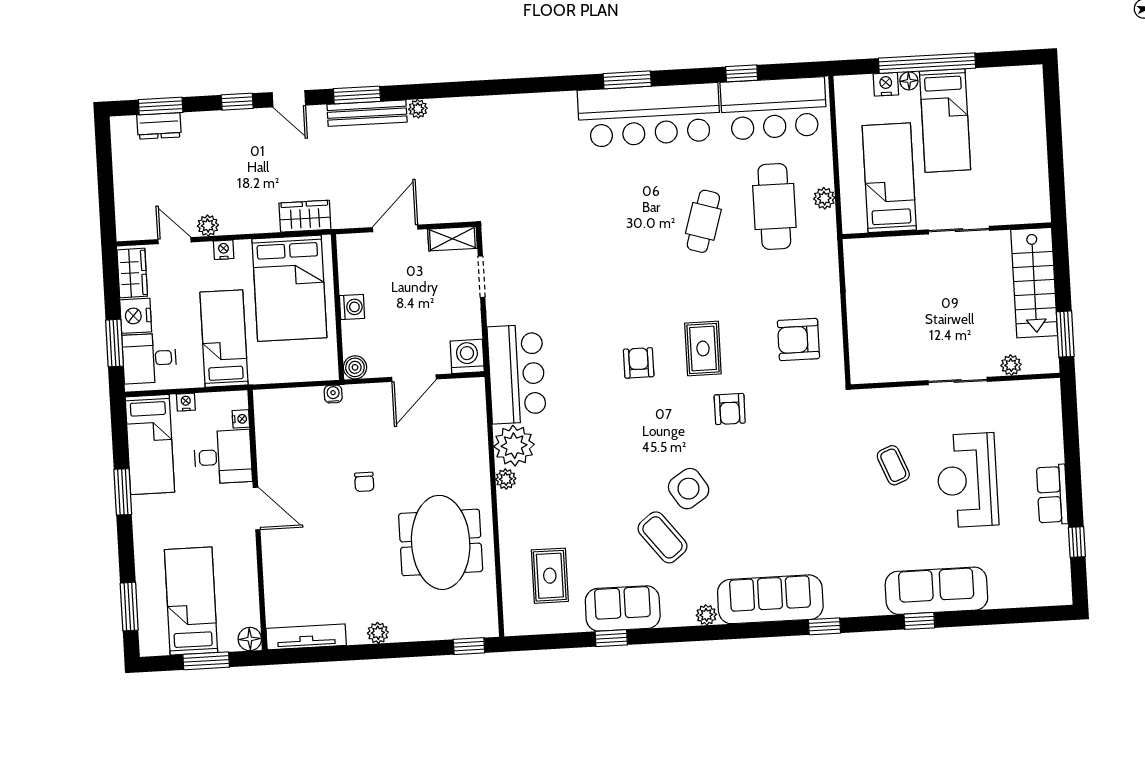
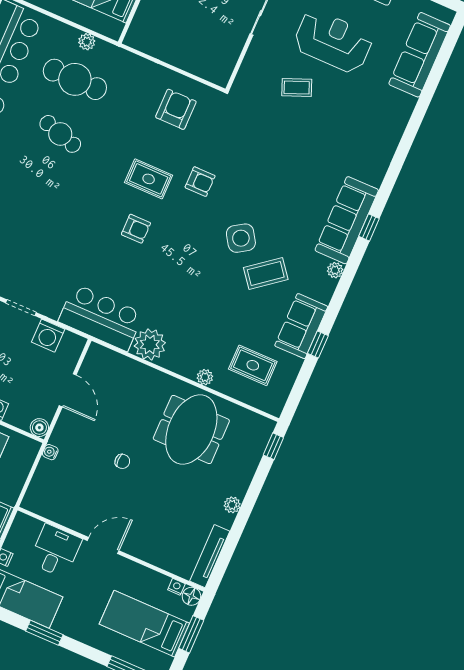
armchair: (798, 340) -> (176, 109), turned 180
washing machine: (467, 356) -> (48, 336), moved, turned -90
armchair: (639, 363) -> (136, 229), turned 180
nightstand: (241, 419) -> (176, 587), moved
plant: (506, 479) -> (205, 377), moved
reception desk: (967, 480) -> (333, 41), turned 180
meeting table: (441, 542) -> (191, 430), turned 90
sofa: (936, 591) -> (420, 55), moved
window: (919, 621) -> (414, 124), removed
window: (824, 626) -> (369, 227), moved

